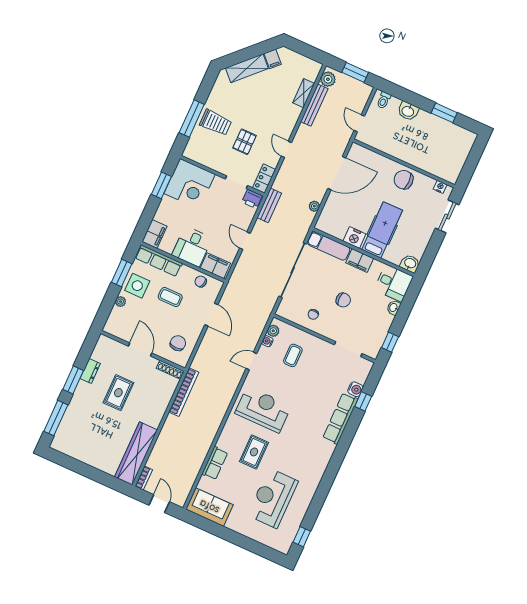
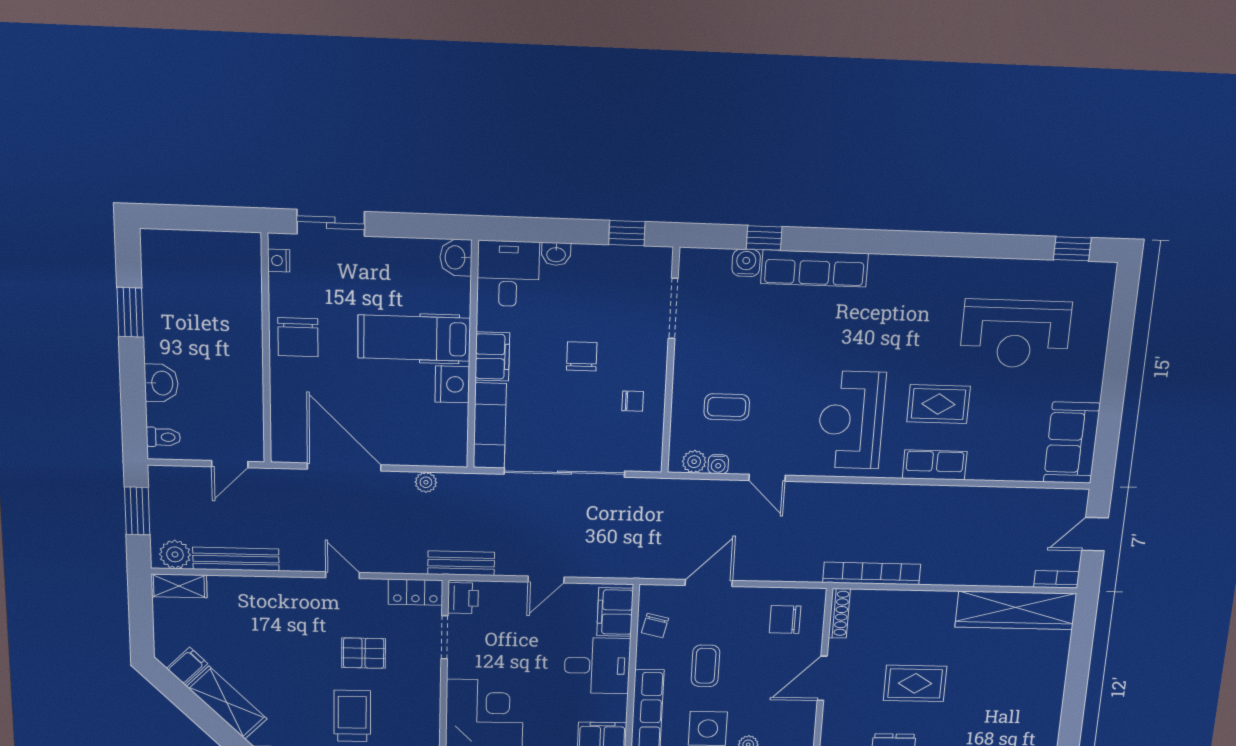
shelving: (304, 93) -> (179, 586), moved
door: (286, 149) -> (342, 575), swing flipped
row of seats: (215, 463) -> (935, 465), moved

